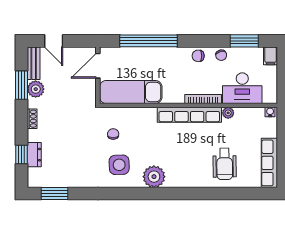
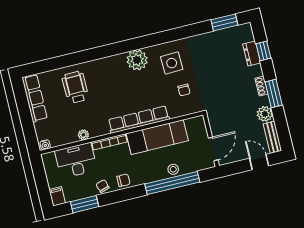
stool: (144, 55) -> (173, 169), added
window: (21, 85) -> (274, 93), moved
exam couch: (131, 92) -> (157, 137), moved
row of seats: (189, 115) -> (139, 120), moved

